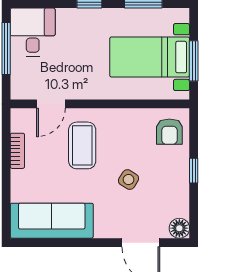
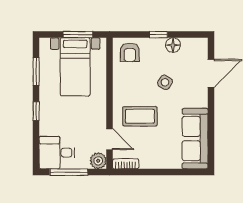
plant: (21, 89) -> (98, 161), added
armchair: (169, 132) -> (130, 52), turned 90
bookcase: (17, 151) -> (126, 164), moved
floor lamp: (179, 228) -> (173, 45), moved

